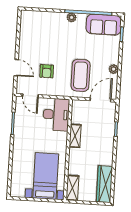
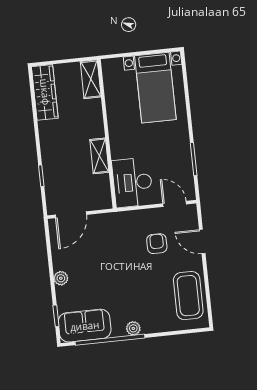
plant: (114, 69) -> (61, 278), moved
coffee table: (81, 75) -> (188, 296), moved
bed with nightstands: (46, 176) -> (155, 88), moved

